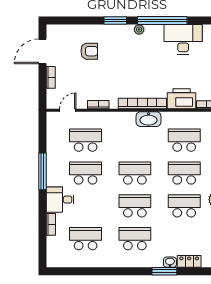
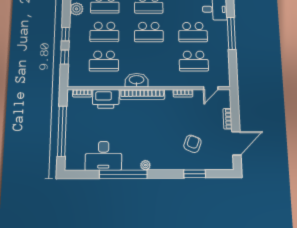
window: (115, 20) -> (195, 174), moved
armchair: (89, 51) -> (192, 144), turned 112

